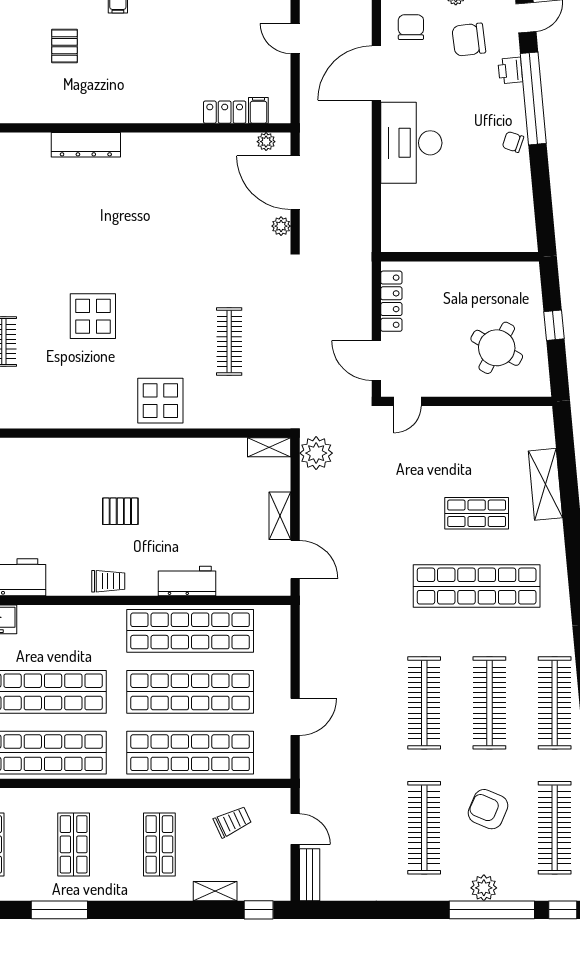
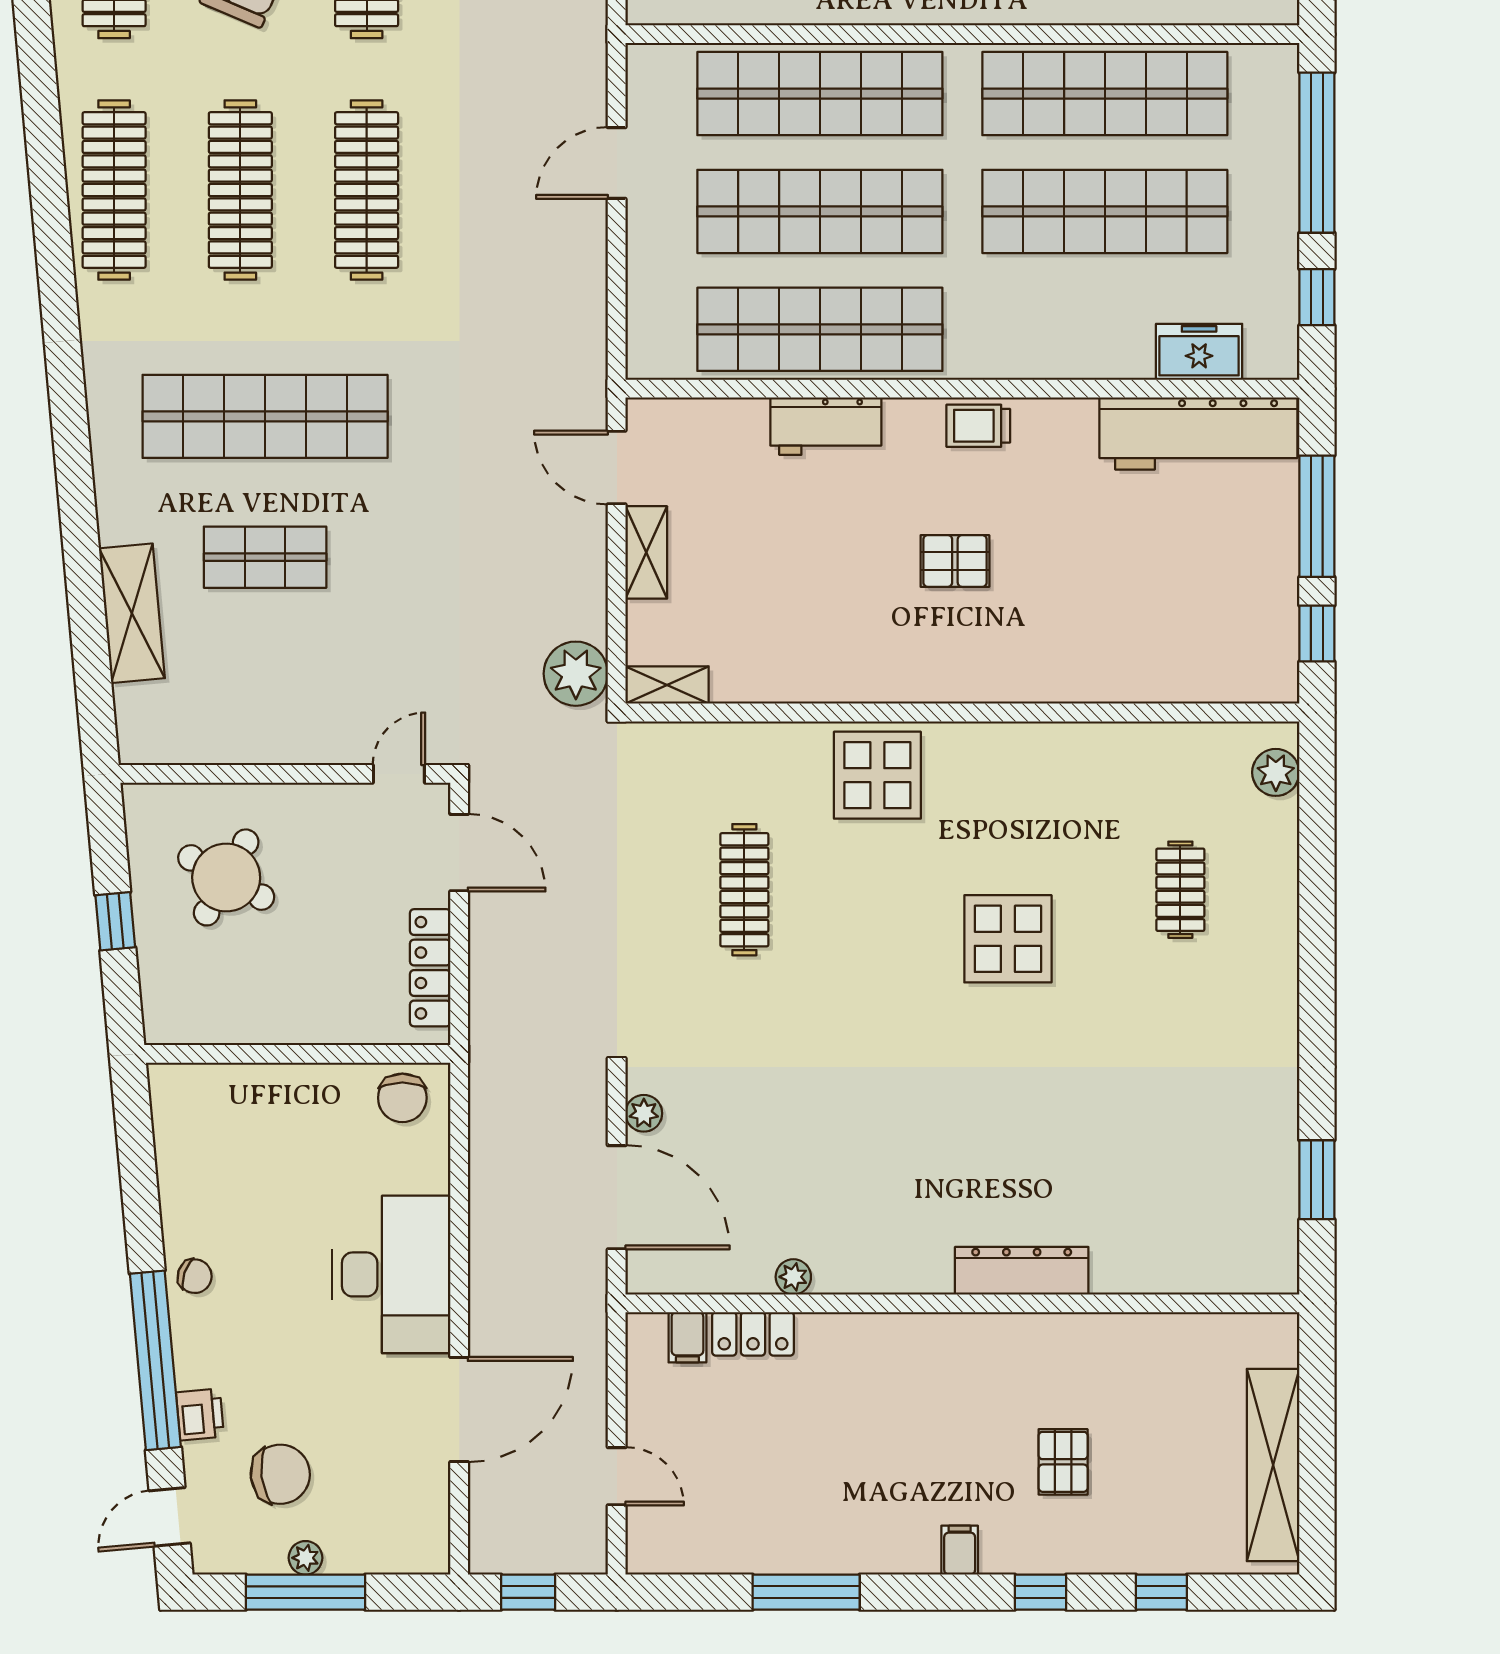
chair: (411, 27) -> (402, 1098), moved
plant: (266, 142) -> (793, 1277), moved

